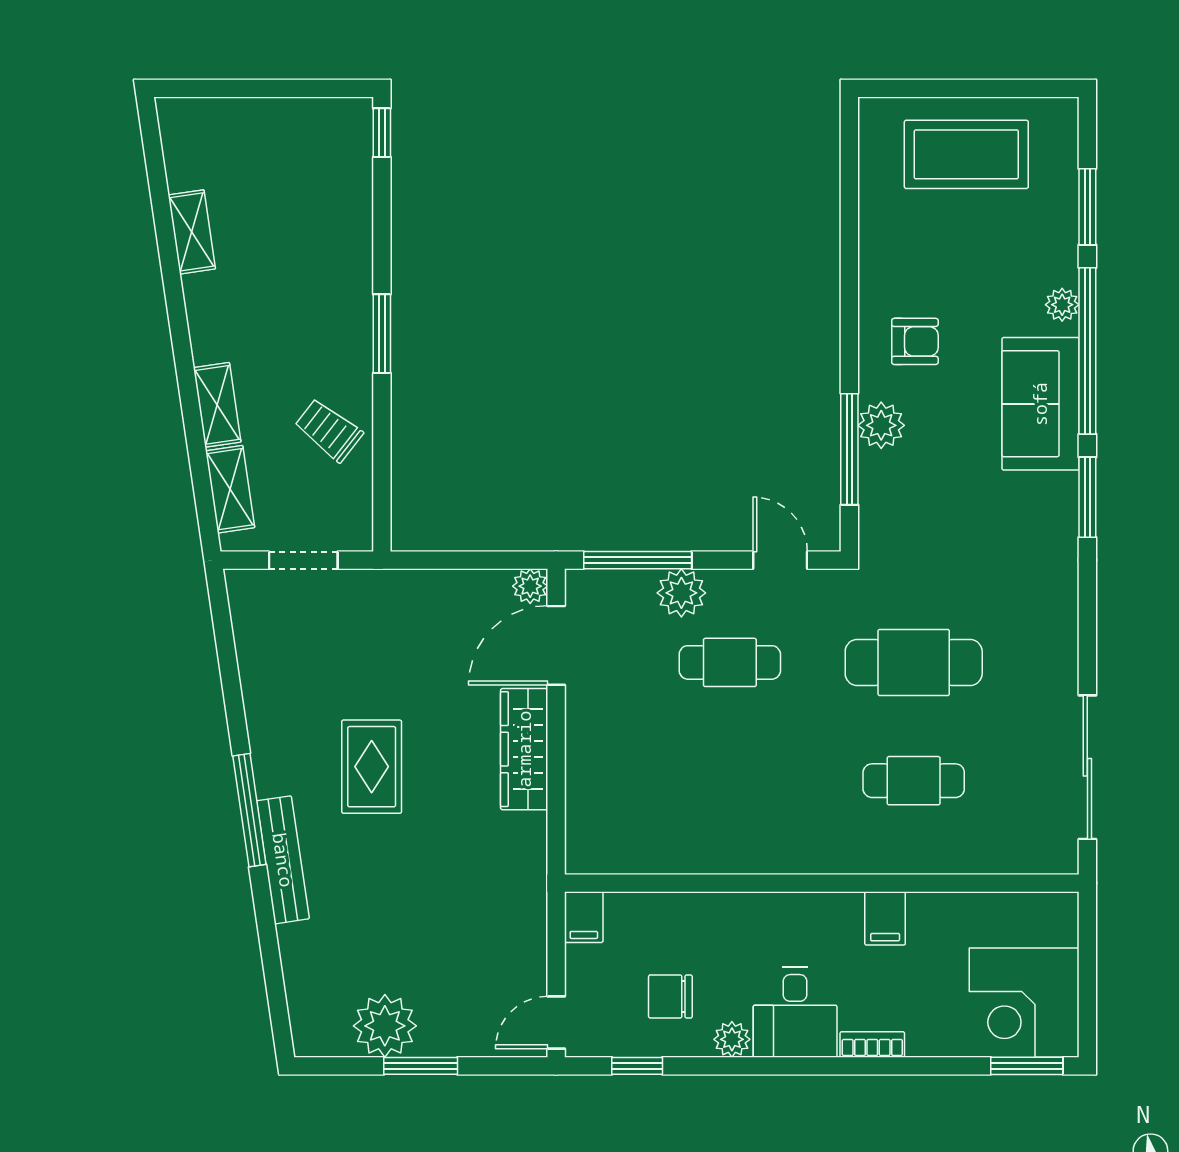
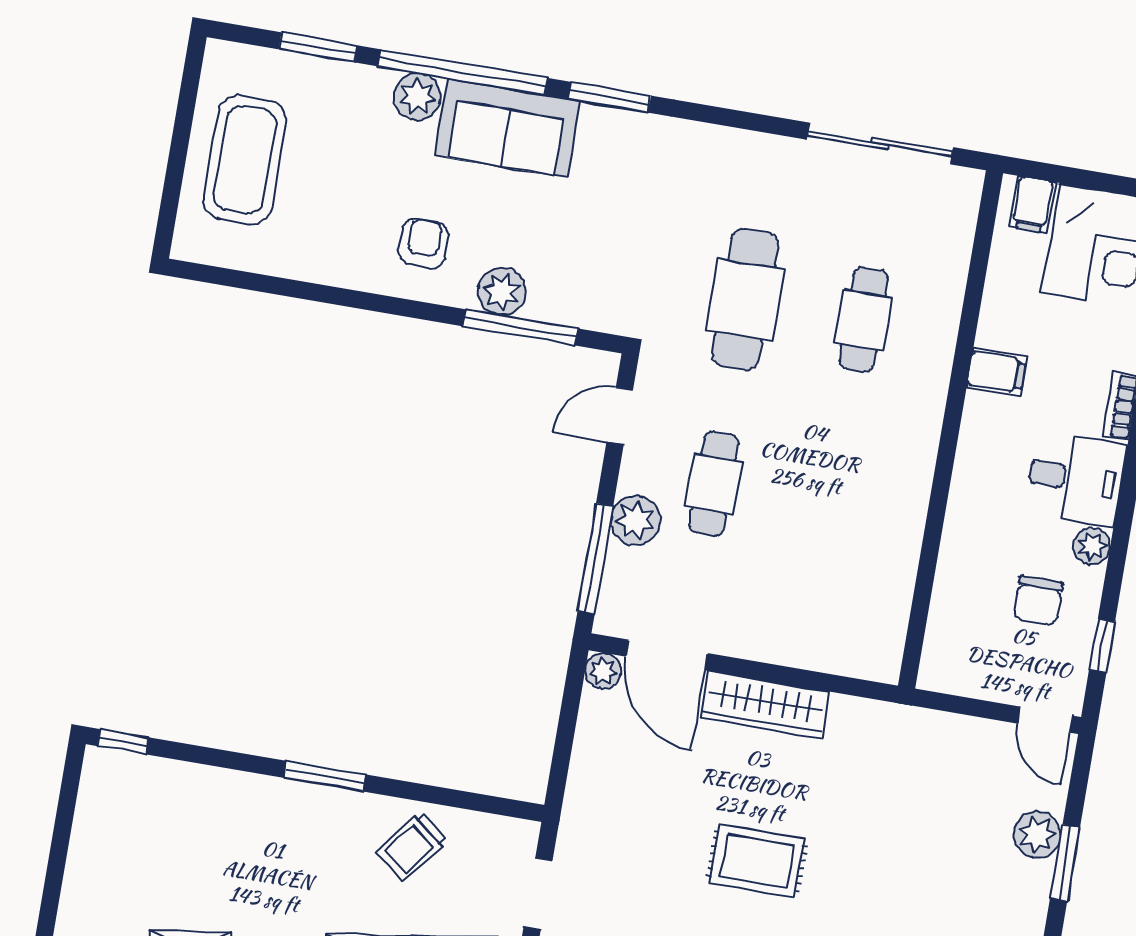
plant: (1062, 305) -> (417, 97), width x1.38, depth x1.38
filing cabinet: (584, 917) -> (1033, 205), moved, turned 90
plant: (385, 1026) -> (1037, 835), moved, width x0.73, depth x0.73

